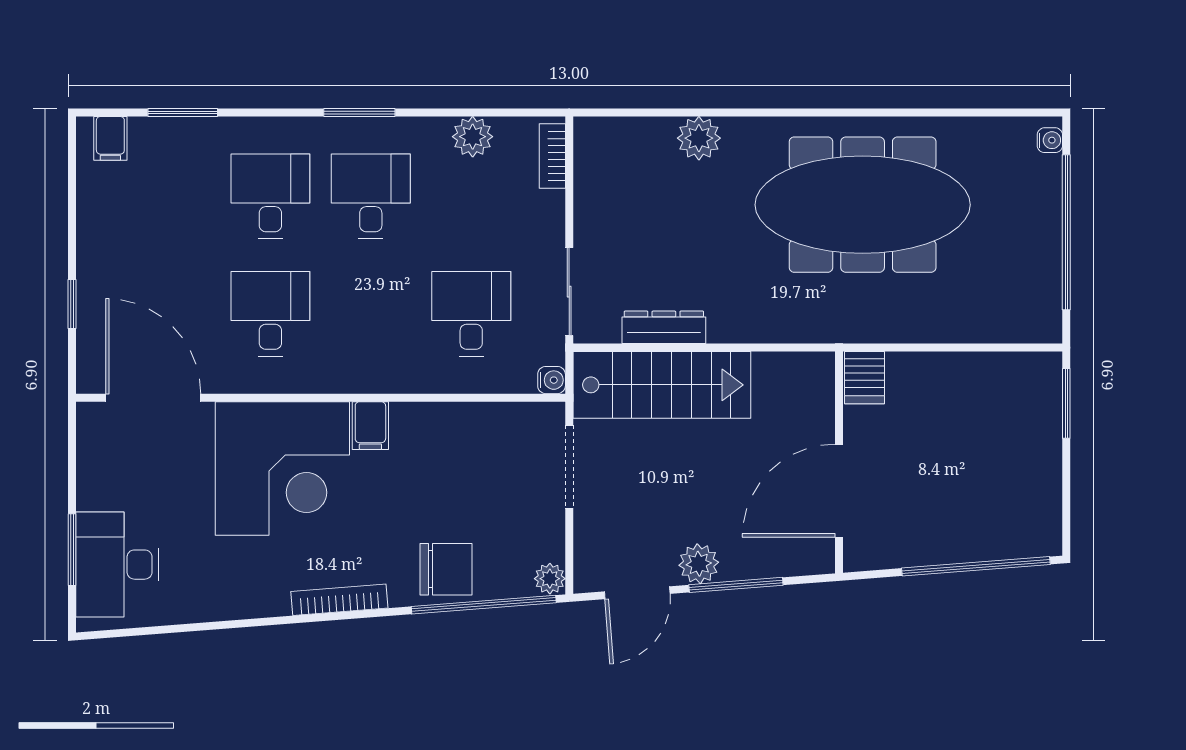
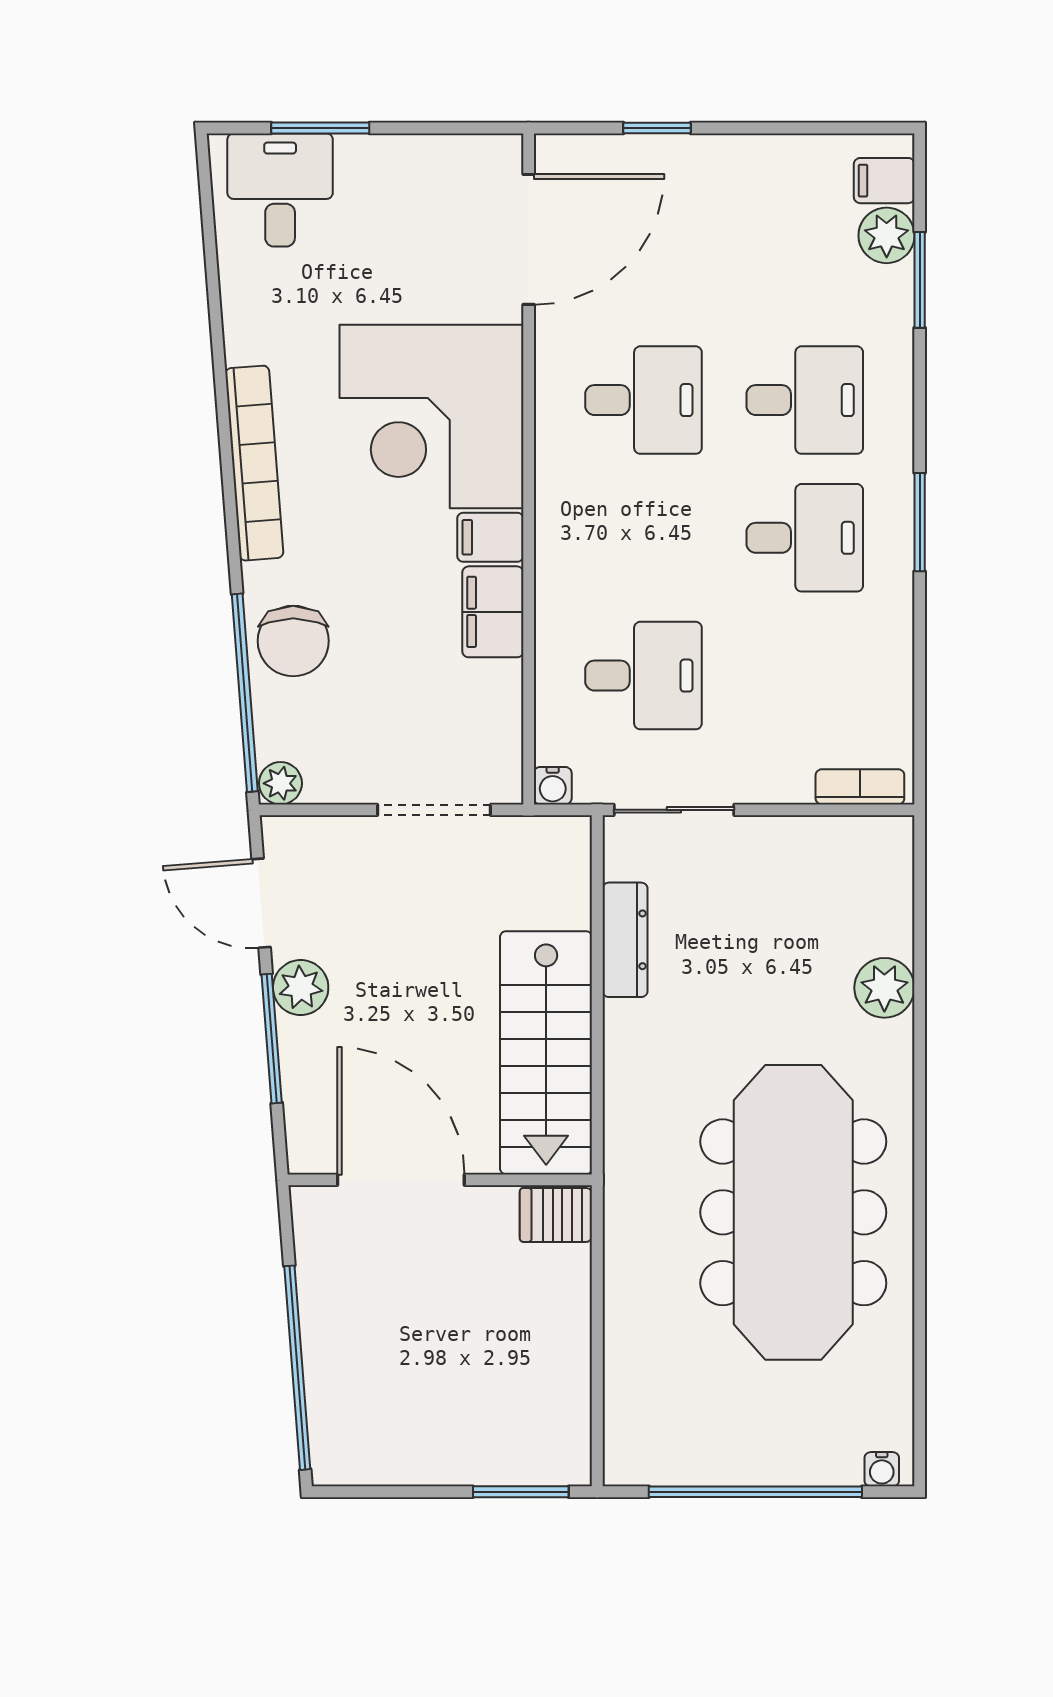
plant: (473, 137) -> (887, 235), moved
stairs: (662, 385) -> (546, 1053), moved
filing cabinet: (425, 424) -> (493, 612), added
desk: (117, 565) -> (280, 190), width x0.73
bookcase: (339, 600) -> (254, 463), width x1.48, depth x1.31

